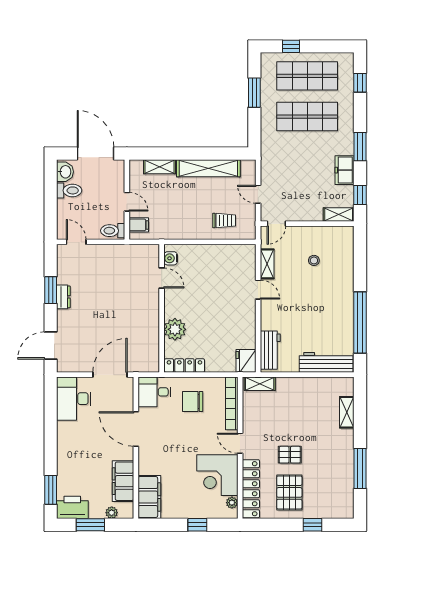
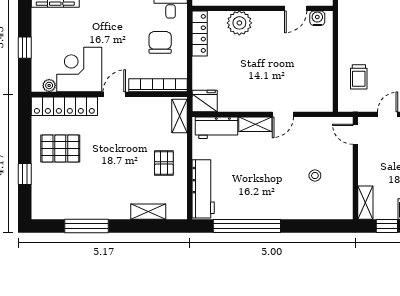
shelving: (267, 264) -> (255, 124), moved
pallet: (290, 455) -> (164, 163), moved

